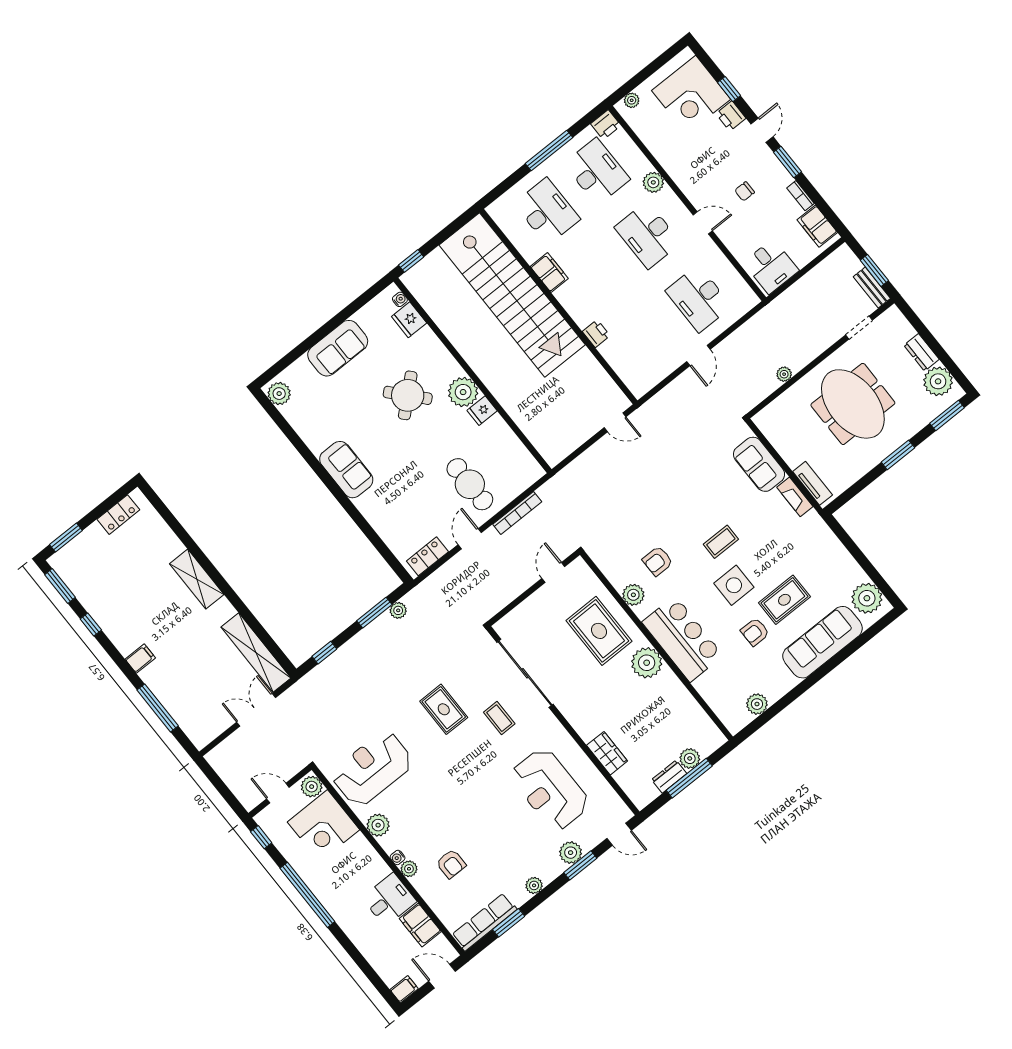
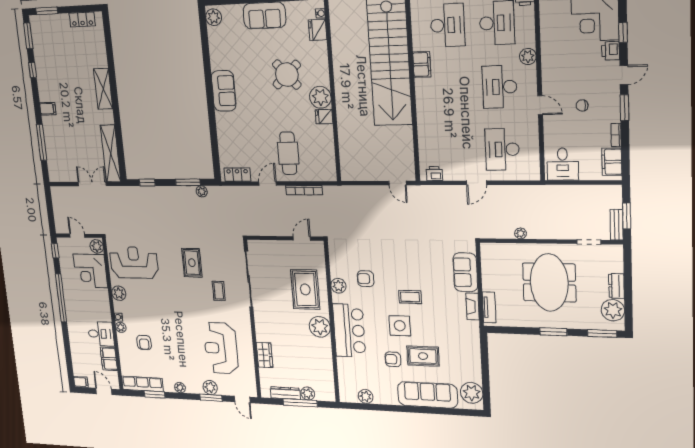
printer: (596, 334) -> (434, 174), moved, turned -90
dresser: (669, 777) -> (285, 393), width x1.44

